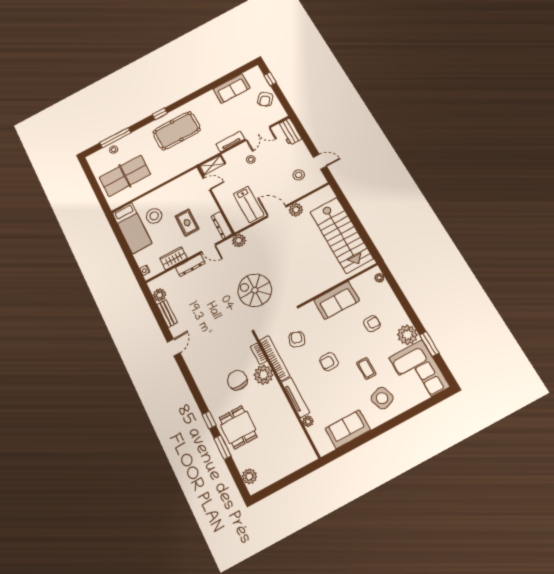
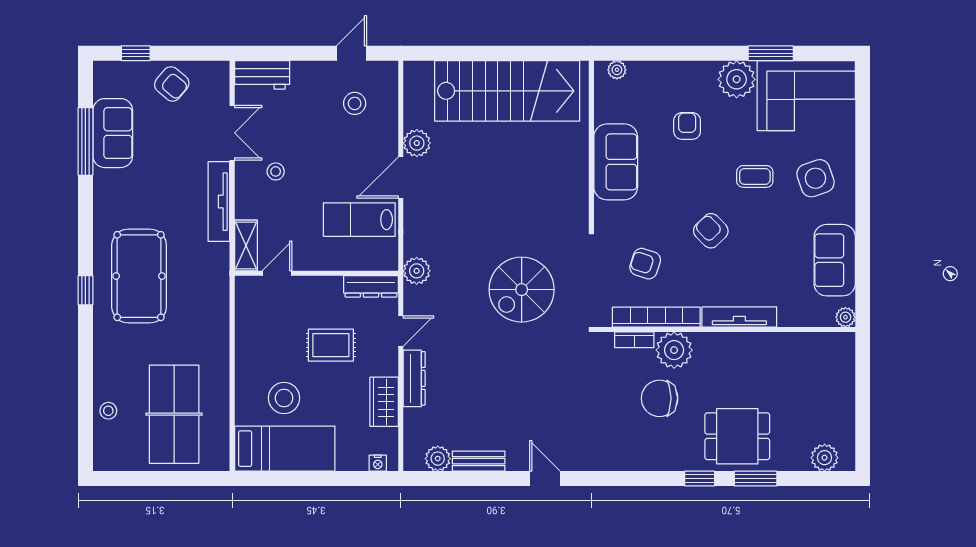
window: (115, 138) -> (85, 141), moved
tv unit: (230, 142) -> (219, 202), width x1.41
lab bench: (249, 204) -> (359, 220), turned 180
armchair: (329, 362) -> (711, 231), turned 136
plant: (308, 421) -> (845, 317), moved

